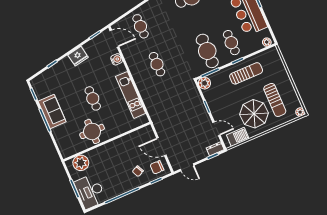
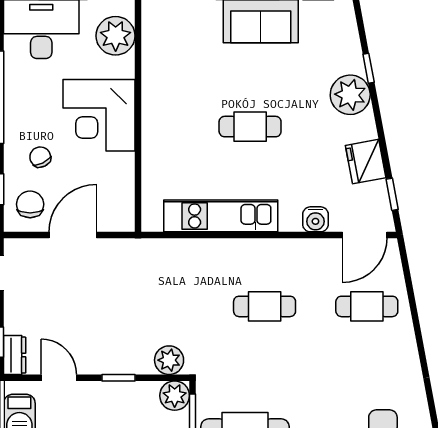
fridge: (78, 56) -> (366, 162), moved
plant: (65, 67) -> (350, 95), added
plant: (192, 91) -> (169, 360), added
door: (216, 129) -> (59, 378), swing flipped
round table: (92, 131) -> (176, 92), removed
corner desk: (113, 156) -> (99, 115), added

